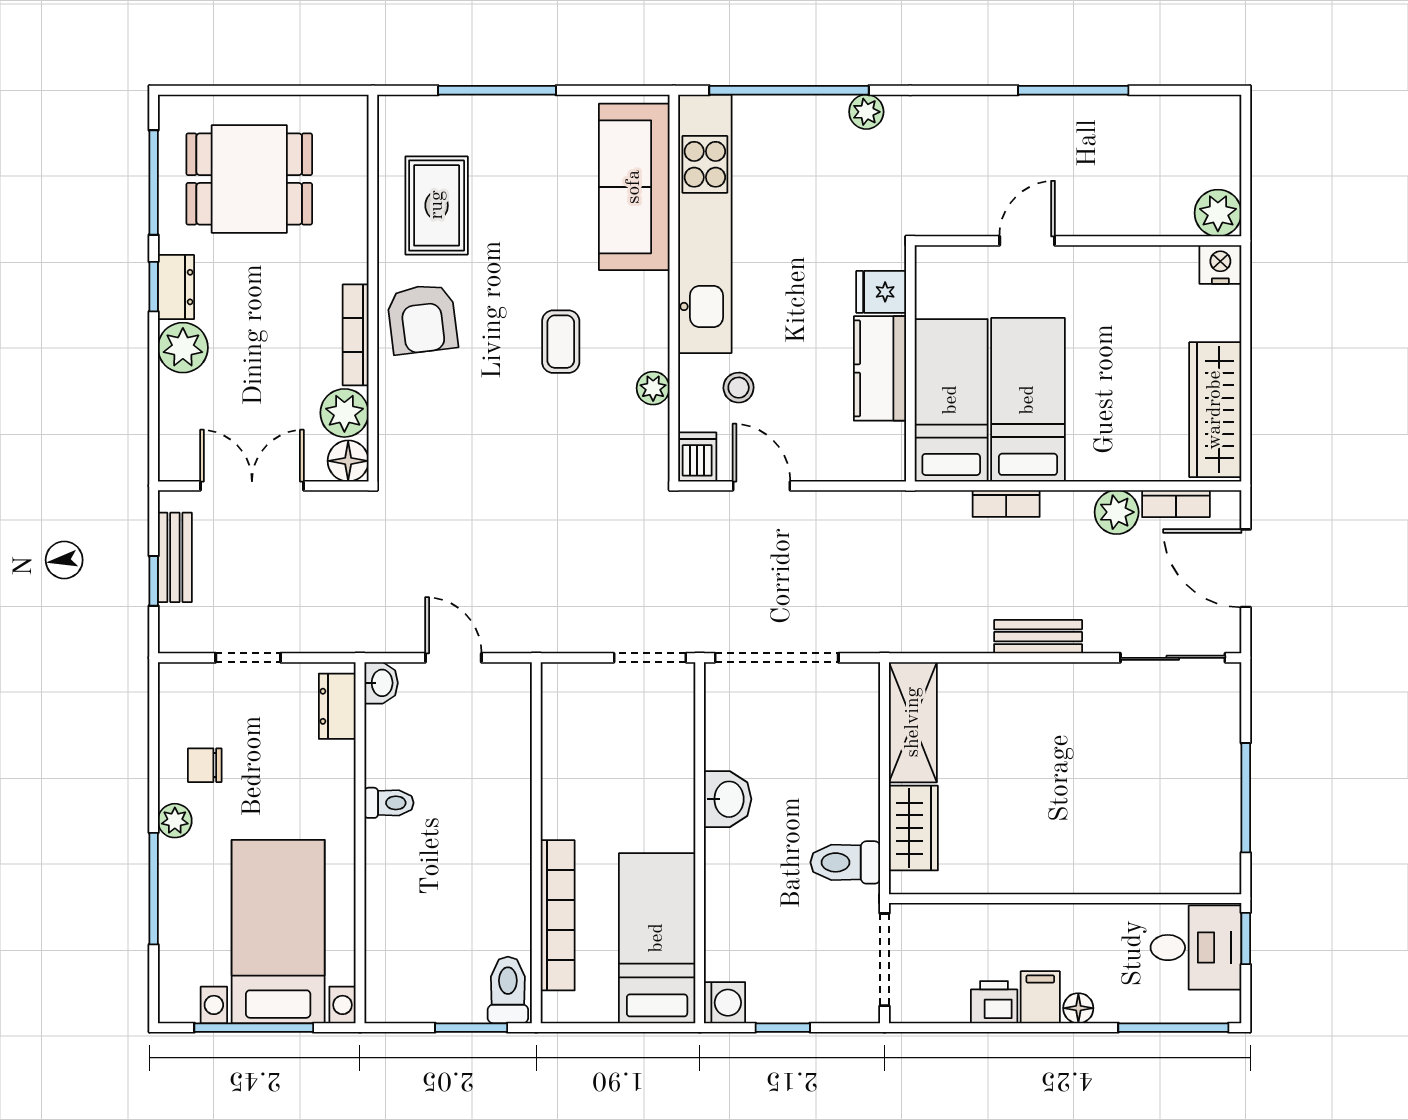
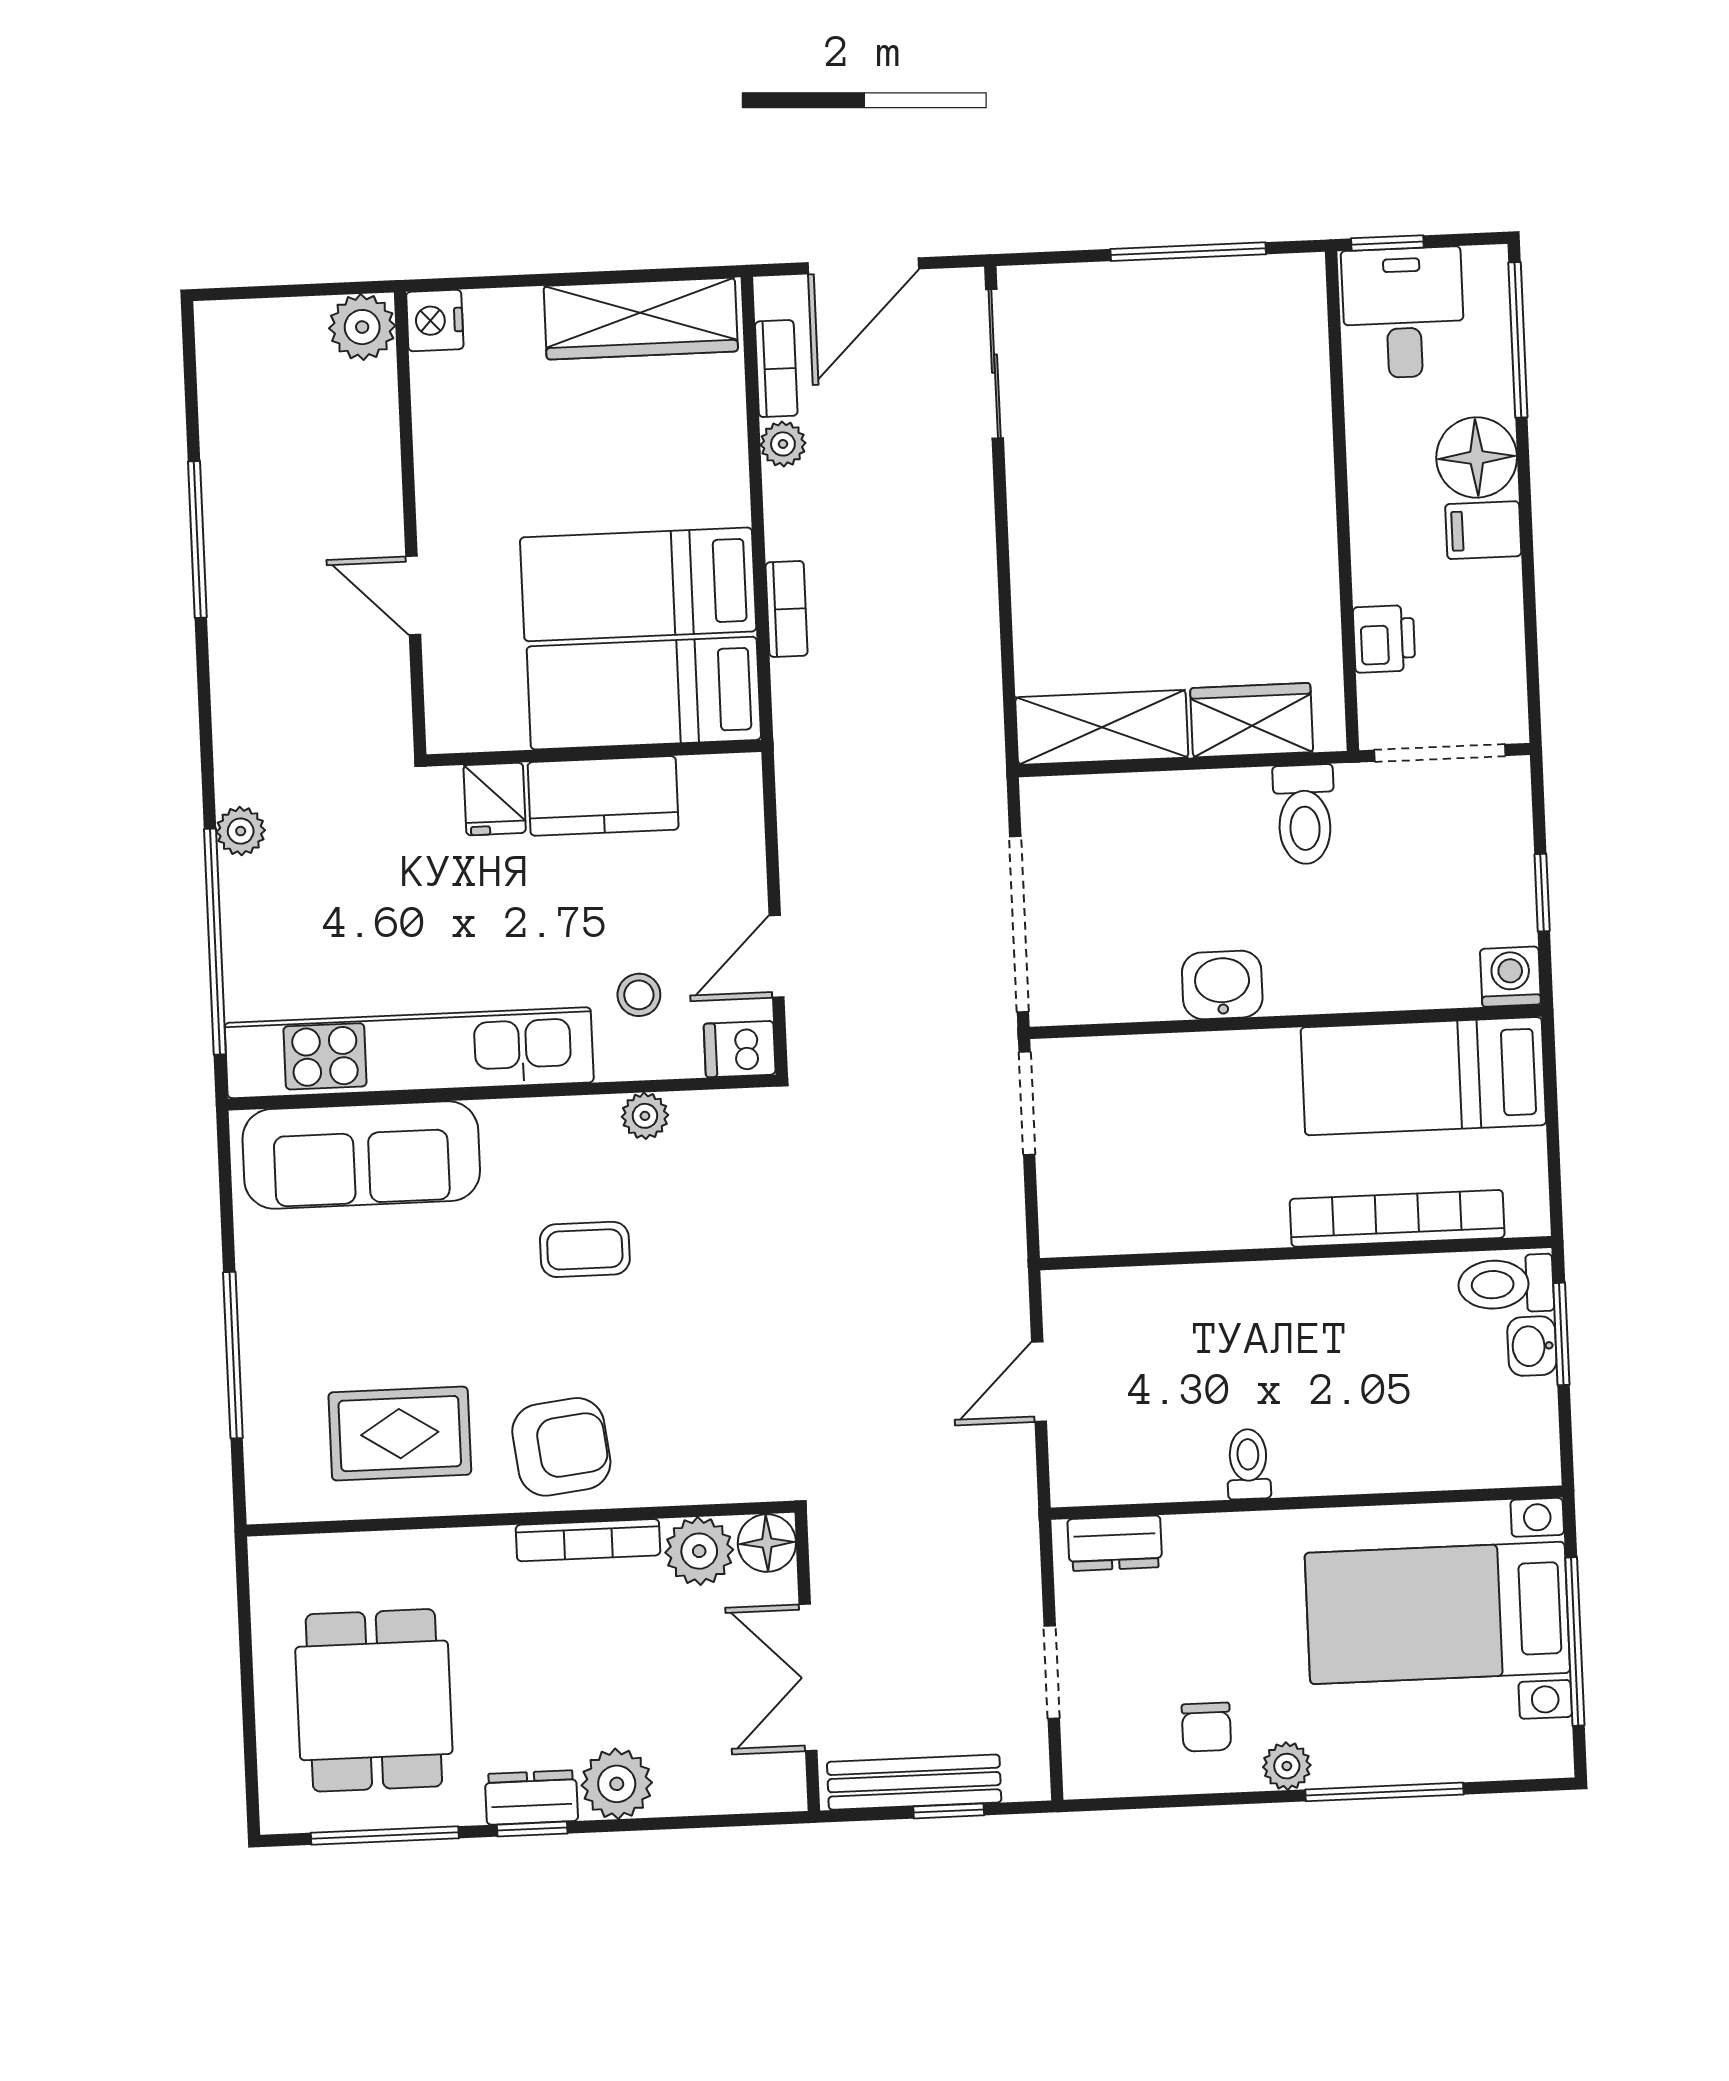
plant: (1117, 512) -> (783, 444), width x0.73, depth x0.73
bench: (175, 557) -> (914, 1782), width x1.36
bench: (1038, 637) -> (973, 556), removed
washbasin: (381, 683) -> (1532, 1346), moved, turned -90
printer: (994, 1002) -> (1384, 639), moved, turned 180
floor lamp: (1078, 1008) -> (1477, 457), width x1.89, depth x1.89

